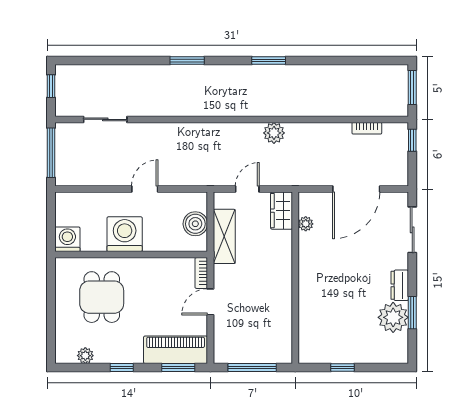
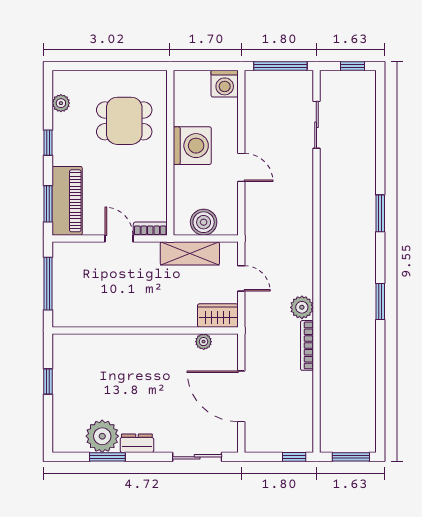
bookcase: (367, 128) -> (307, 345), moved, width x1.56
washing machine: (67, 239) -> (225, 84), moved, turned 90

